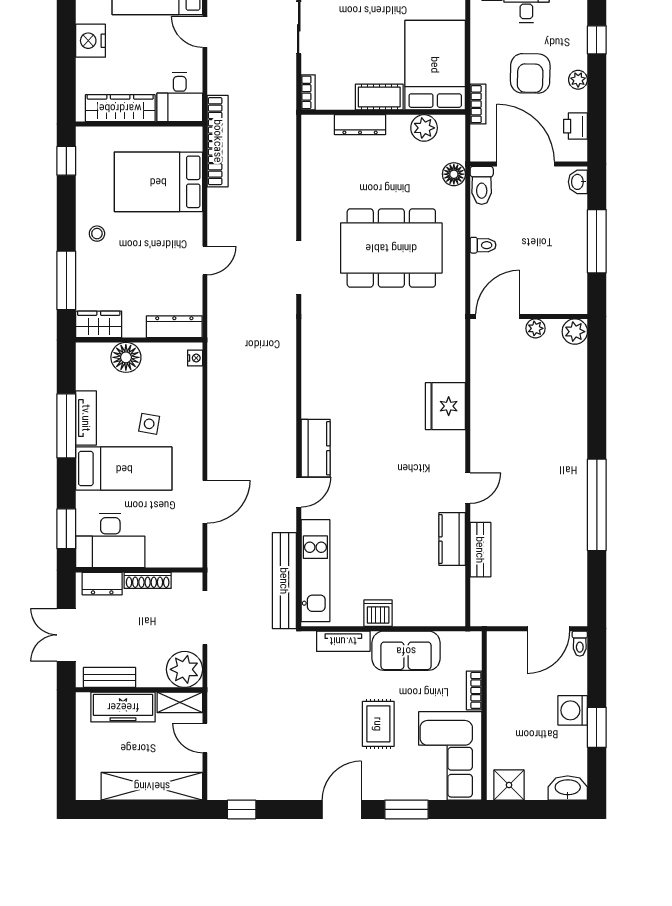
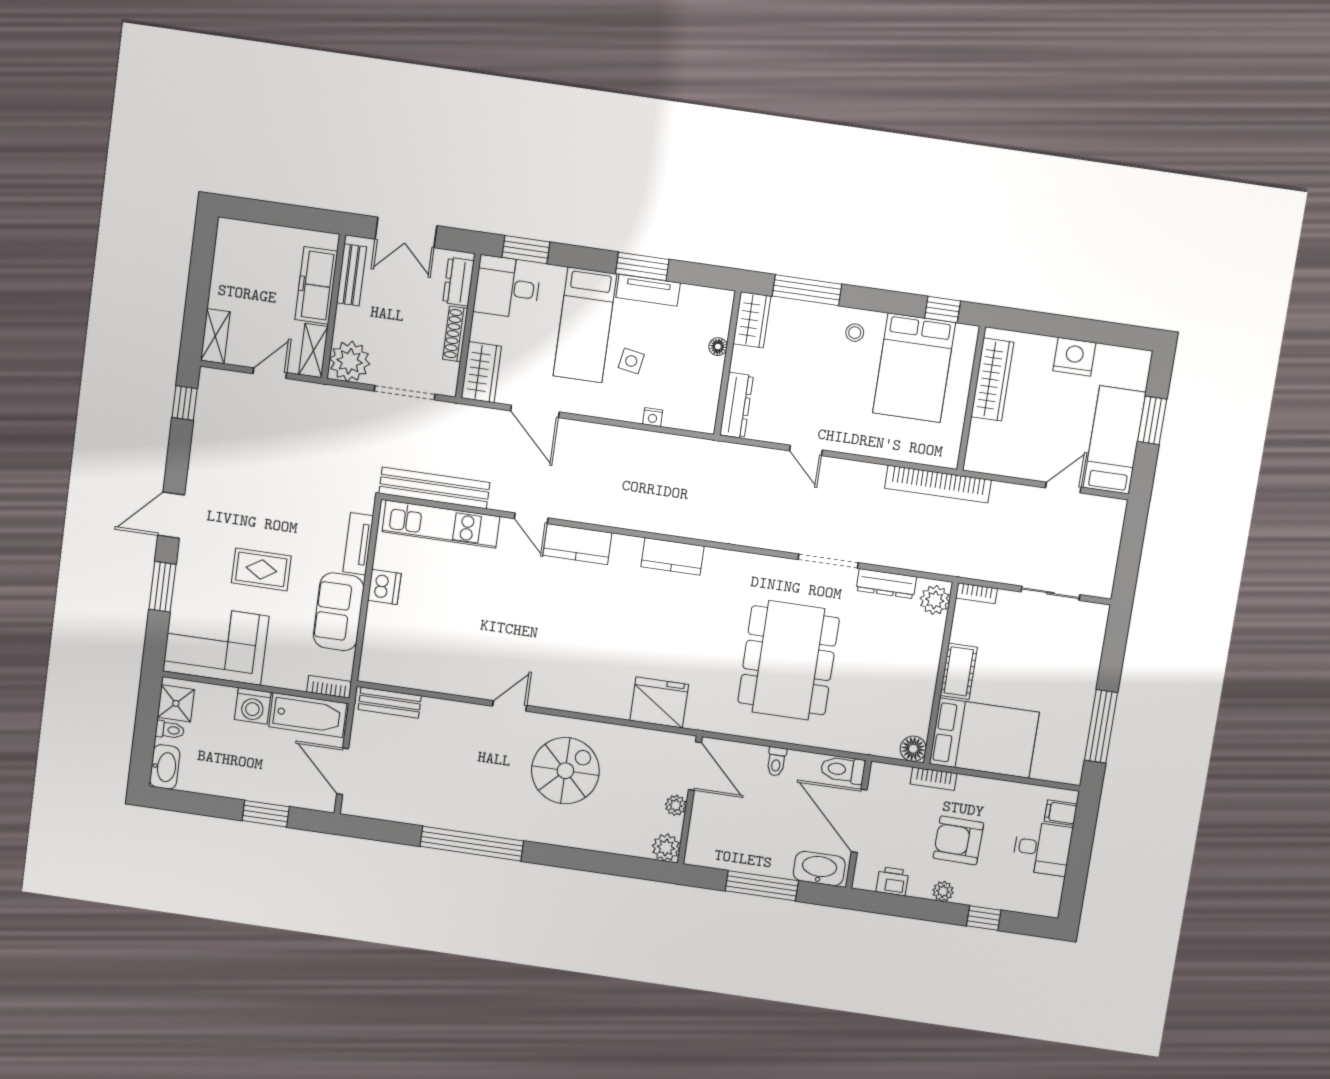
desk: (180, 97) -> (994, 449), removed
dresser: (360, 125) -> (886, 584), moved, turned -90
plant: (424, 128) -> (935, 600), moved
door: (526, 164) -> (859, 821), swing flipped
floor lamp: (454, 174) -> (913, 749), moved
bed: (158, 182) -> (914, 368), moved, turned 180
washbasin: (578, 182) -> (819, 869), width x1.91, depth x1.45
doorway: (299, 268) -> (828, 561), moved
floor lamp: (126, 357) -> (718, 347), width x0.53, depth x0.53
nightstand: (195, 358) -> (653, 417), moved
fridge: (445, 406) -> (659, 702), moved
window: (66, 426) -> (642, 266), width x0.69
spiral stairs: (519, 431) -> (565, 771), added
door: (468, 488) -> (510, 706), swing flipped
kitchen counter: (452, 539) -> (672, 556), moved, turned 180
desk: (110, 540) -> (507, 287), width x0.73
bench: (480, 550) -> (390, 703), moved
wardrobe: (177, 553) -> (481, 372), added
double door: (66, 635) -> (406, 232), swing flipped
toilet: (580, 644) -> (170, 730), moved, turned 180
bathtub: (502, 666) -> (308, 715), added
bookcase: (474, 690) -> (329, 687), moved
washing machine: (573, 710) -> (253, 706), moved, turned 180
window: (597, 727) -> (266, 814), moved
shelving: (152, 786) -> (215, 336), width x0.45, depth x0.75
door: (342, 809) -> (171, 515), swing flipped

